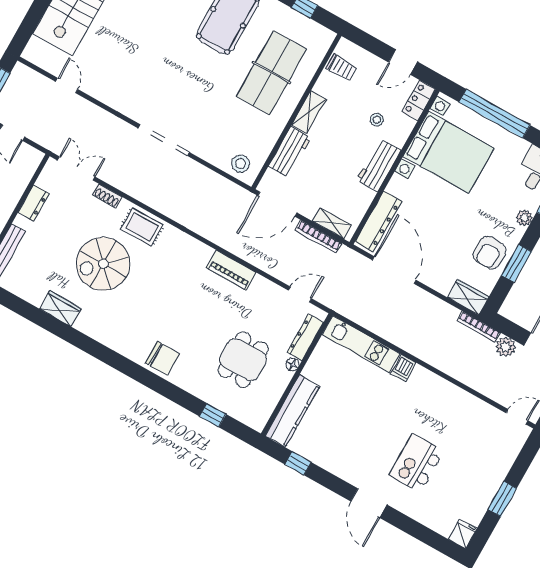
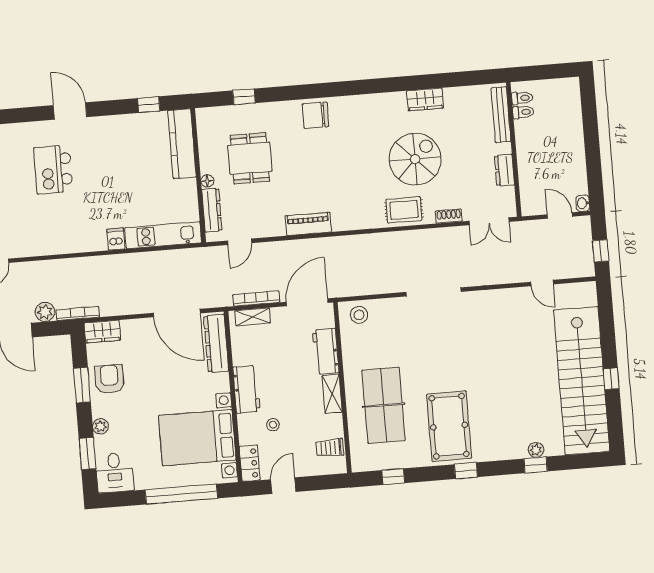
kitchen island: (417, 463) -> (53, 169), turned 180

